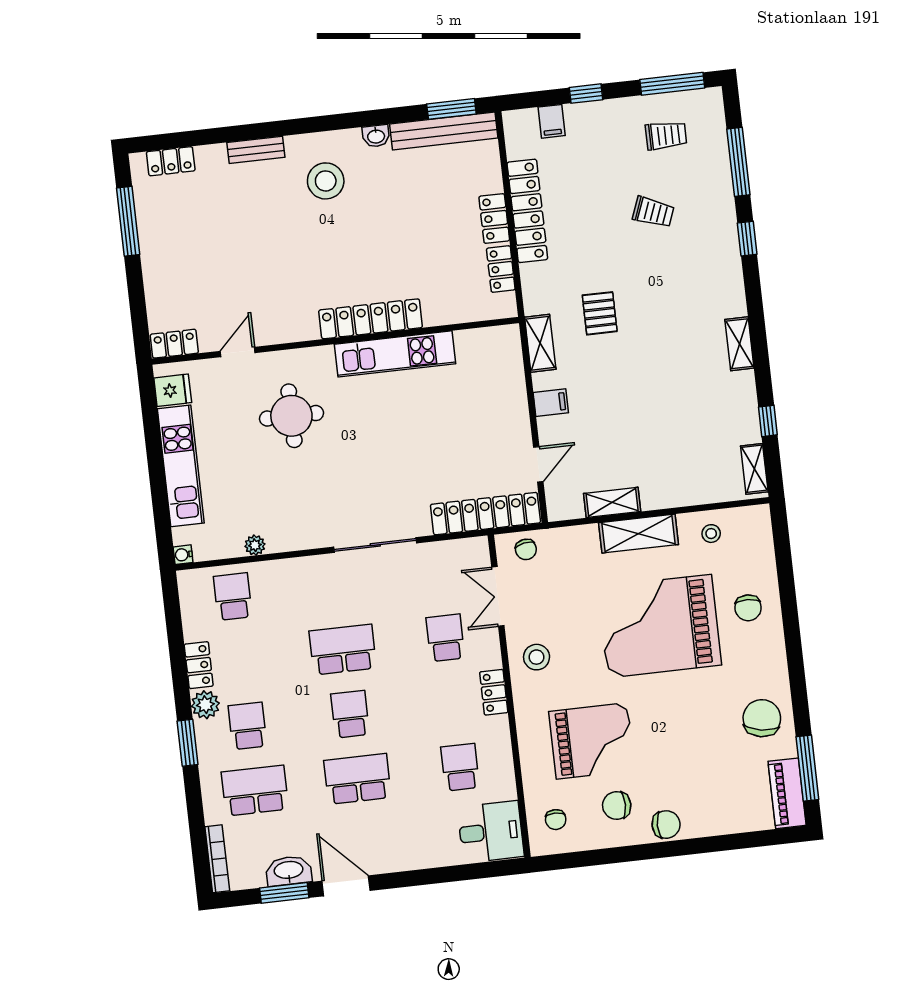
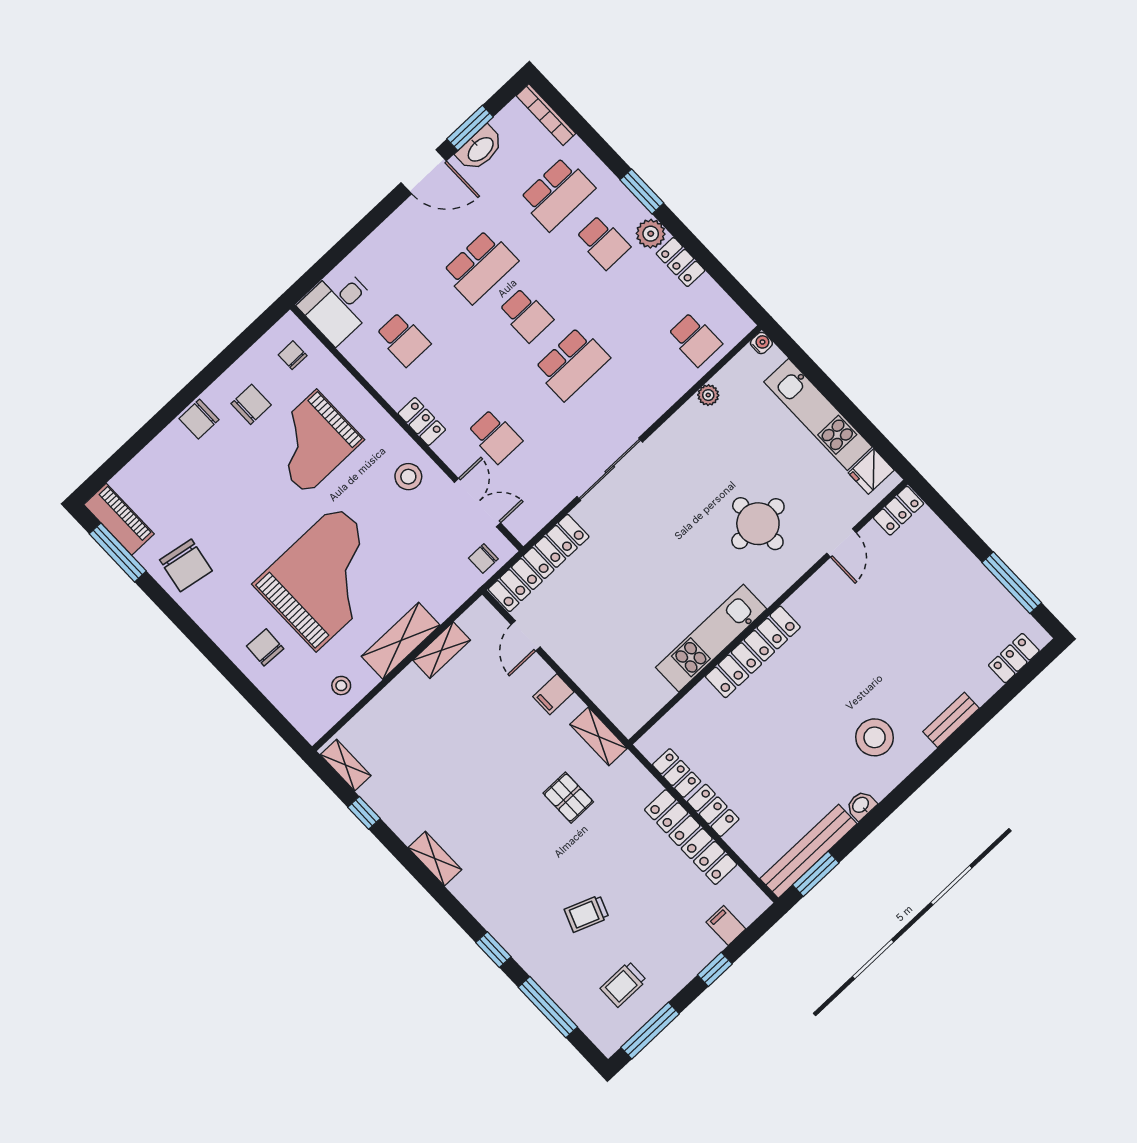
chair: (526, 549) -> (483, 558), turned -80

